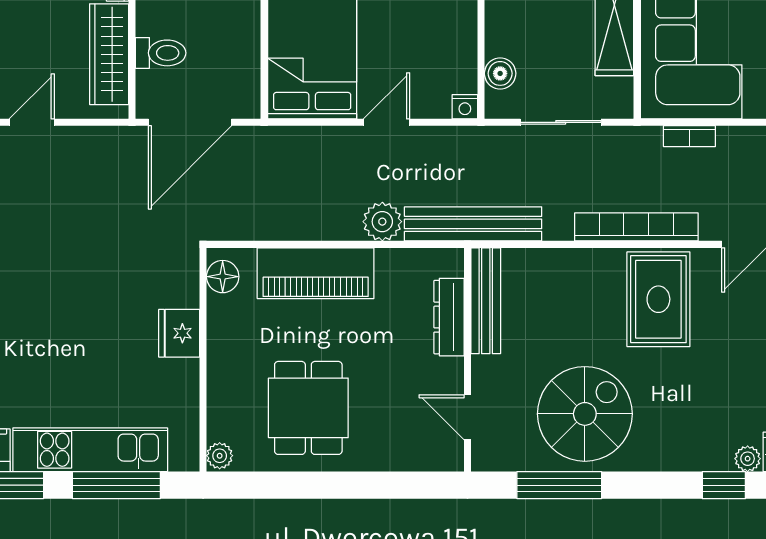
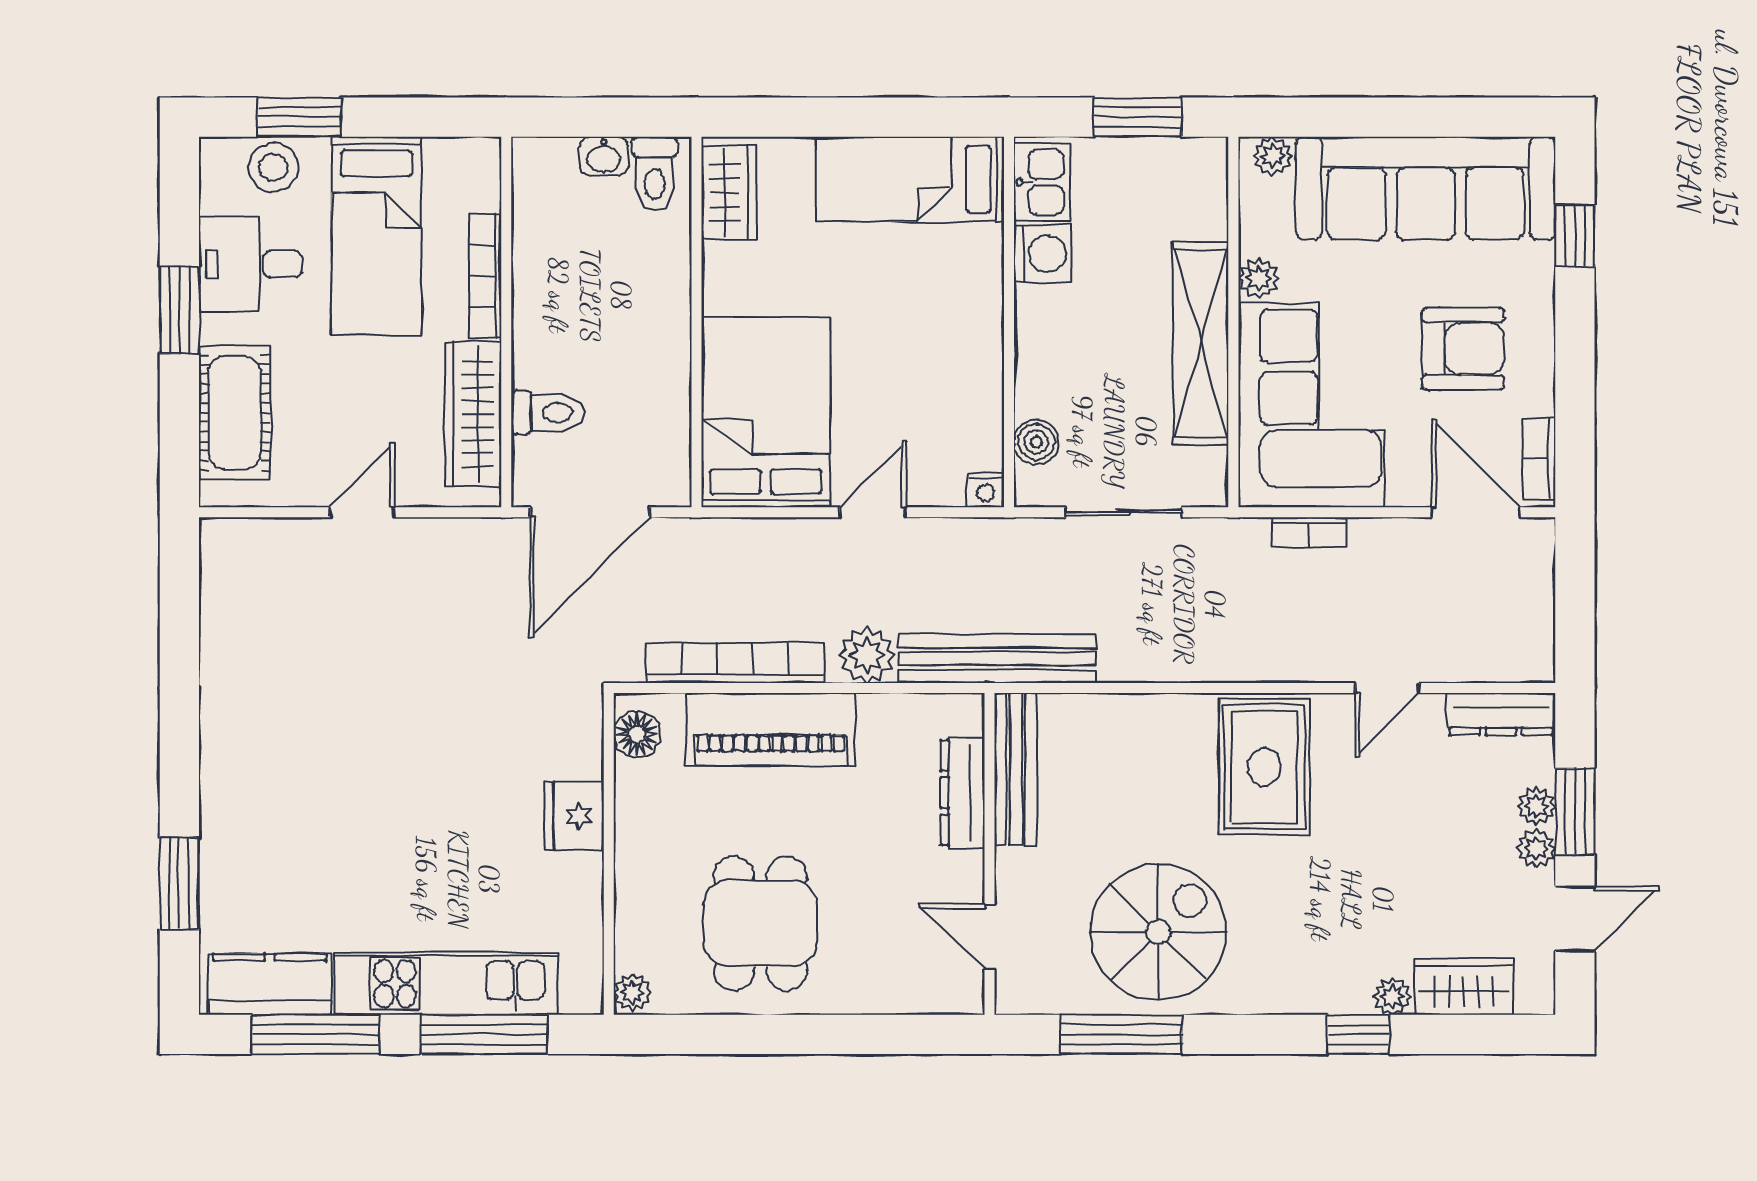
bookcase: (636, 227) -> (735, 663), moved

